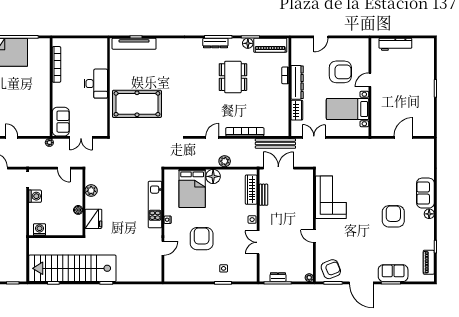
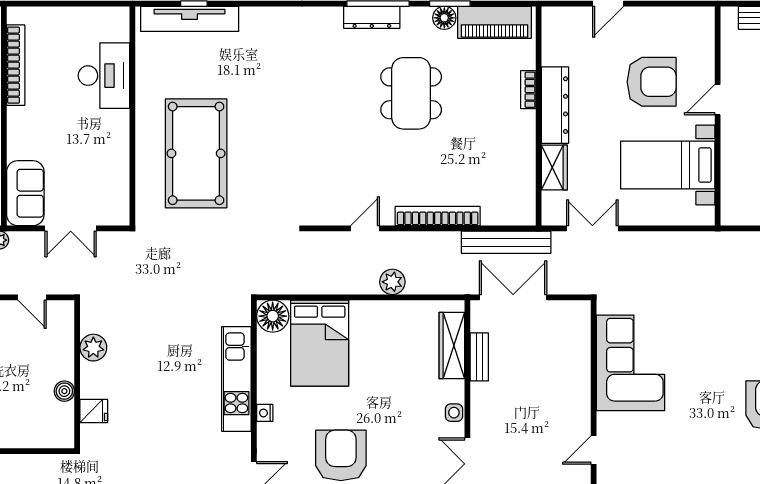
desk: (96, 84) -> (104, 76), moved
pool table: (137, 104) -> (196, 153), turned 90
floor lamp: (213, 176) -> (273, 316), moved
fridge: (93, 219) -> (94, 411), width x0.53, depth x0.75
door: (314, 236) -> (594, 450), hinge flipped

